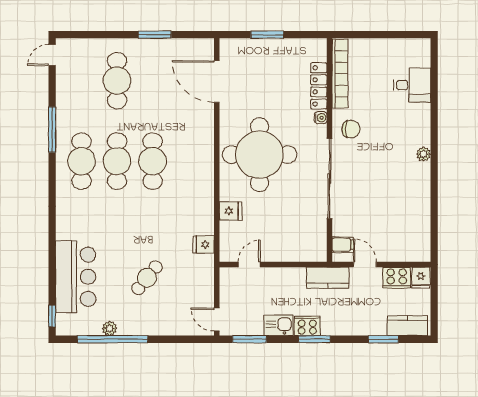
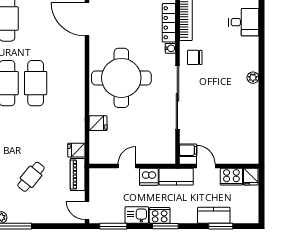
chair: (351, 129) -> (195, 57), turned 180
door: (249, 264) -> (127, 166), moved
piano: (205, 275) -> (78, 174), added
dishwasher: (294, 278) -> (149, 177), added
kitchen counter: (407, 326) -> (214, 215), moved

